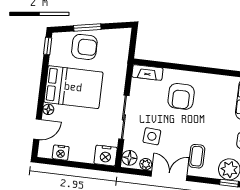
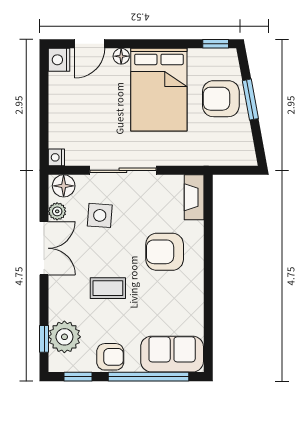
armchair: (84, 47) -> (221, 99), turned 90
door: (38, 129) -> (90, 44), hinge flipped
nightstand: (61, 153) -> (59, 60), moved
nightstand: (106, 156) -> (56, 157), width x0.53, depth x0.56
coffee table: (197, 156) -> (108, 288), moved

